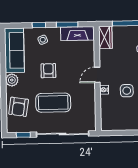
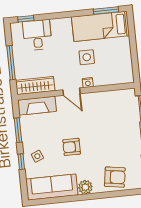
fireplace: (77, 34) -> (37, 106), moved, turned 90
wardrobe: (105, 37) -> (35, 85), width x1.50
coffee table: (53, 103) -> (107, 139), removed

